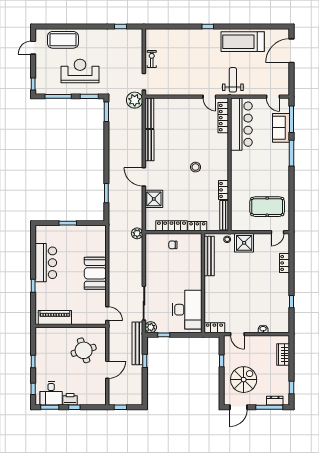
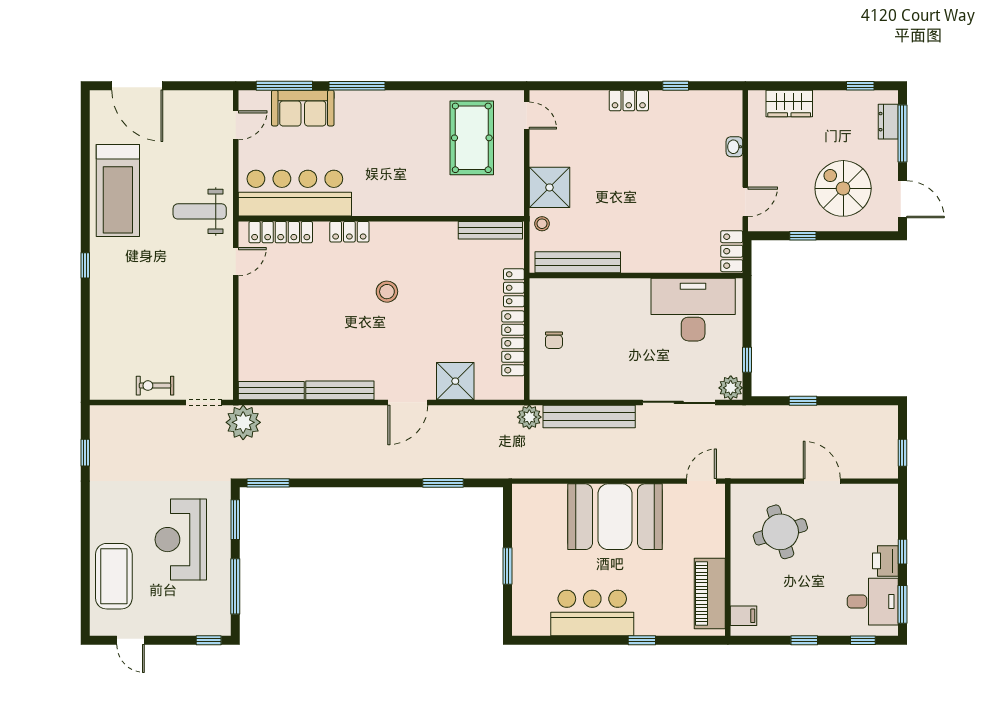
locker: (223, 190) -> (349, 232), moved
locker: (285, 263) -> (629, 100), moved
booth: (95, 273) -> (615, 517), width x1.36, depth x1.42
filing cabinet: (44, 333) -> (744, 616), added
bench: (137, 343) -> (589, 416), moved

